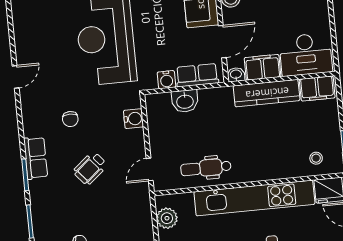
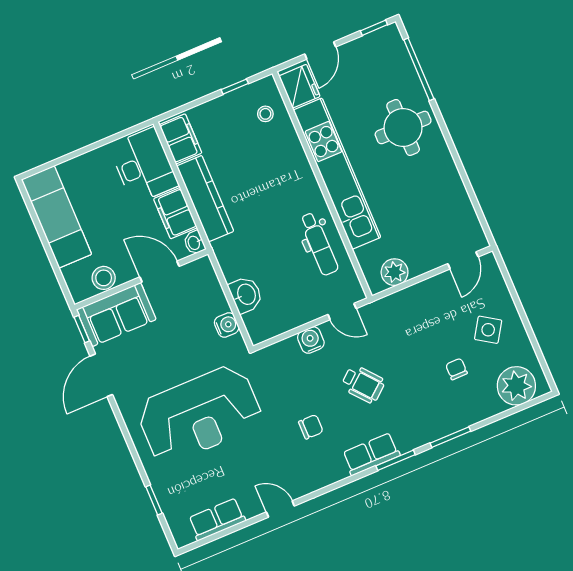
row of seats: (197, 75) -> (217, 519), moved, turned 90
water cooler: (133, 119) -> (311, 340), moved

